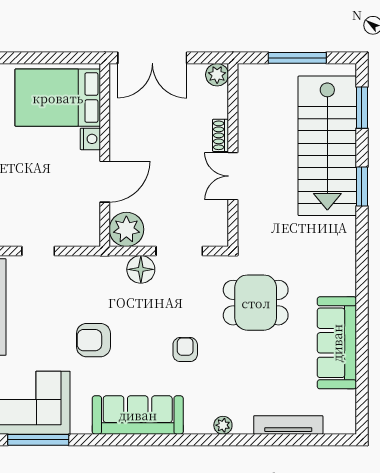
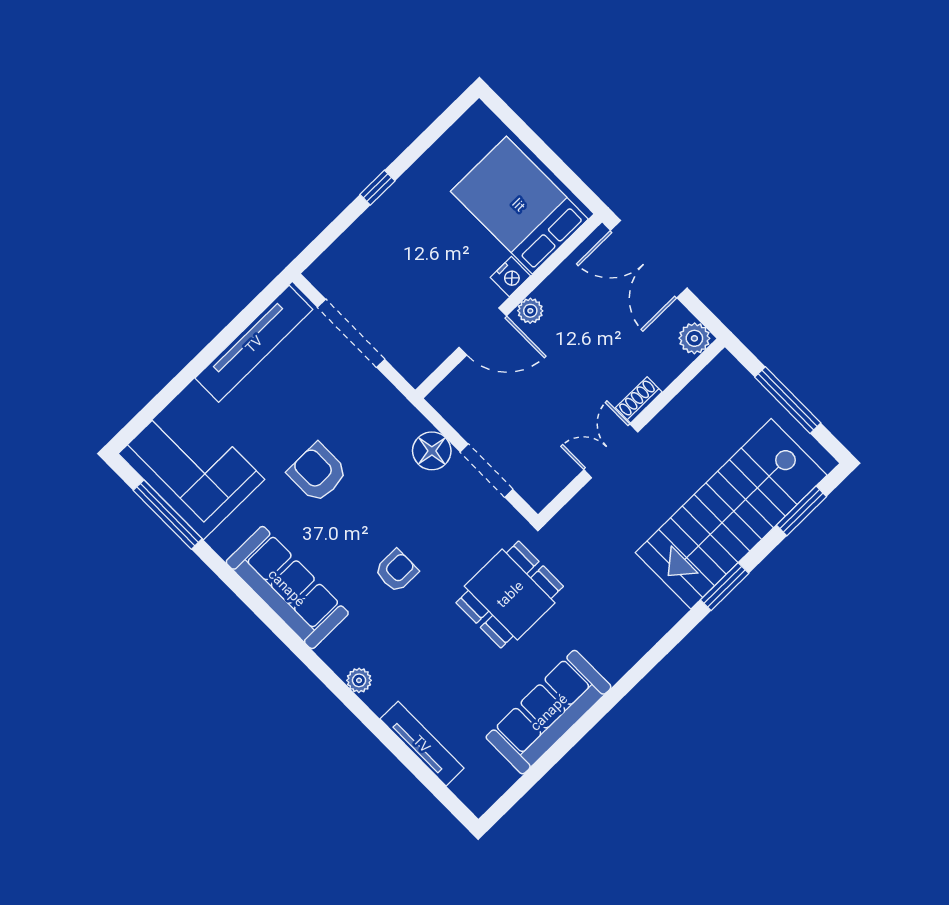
plant: (126, 229) -> (530, 311), moved, width x0.53, depth x0.53
doorway: (38, 251) -> (351, 333), width x1.87
dining table: (256, 303) -> (510, 594), turned 90

